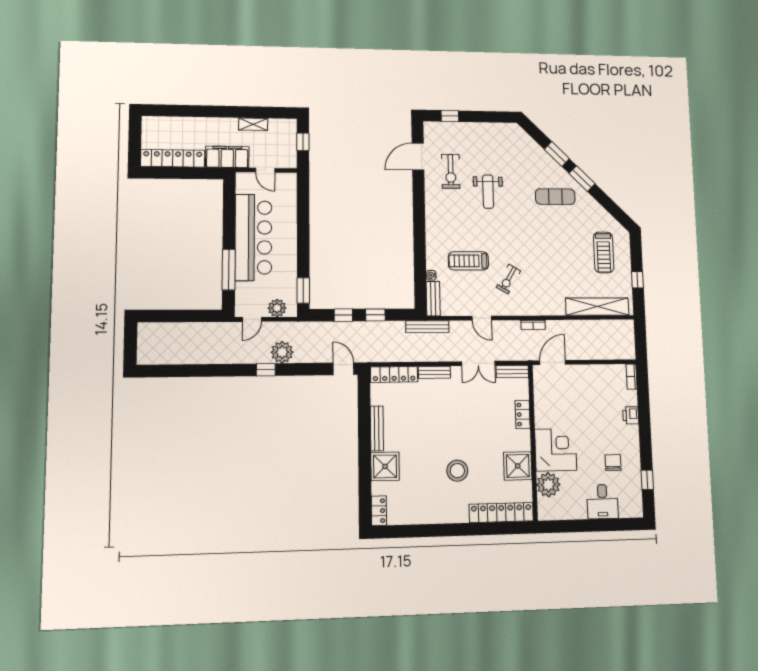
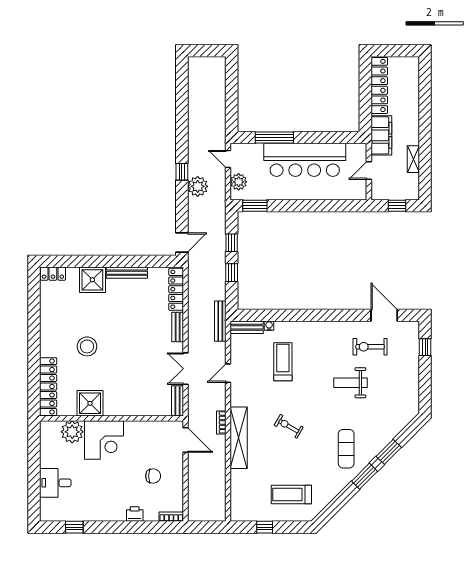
exercise bike: (508, 279) -> (289, 426), moved
shelving: (597, 307) -> (239, 438), moved
locker: (523, 415) -> (137, 410), removed
chair: (613, 463) -> (153, 476), moved

